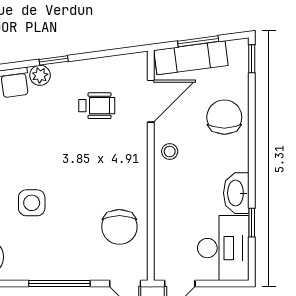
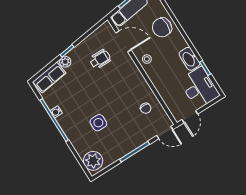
door: (151, 101) -> (123, 41), hinge flipped
chair: (224, 117) -> (162, 27), turned -90
chair: (119, 227) -> (146, 108), width x0.54, depth x0.54

